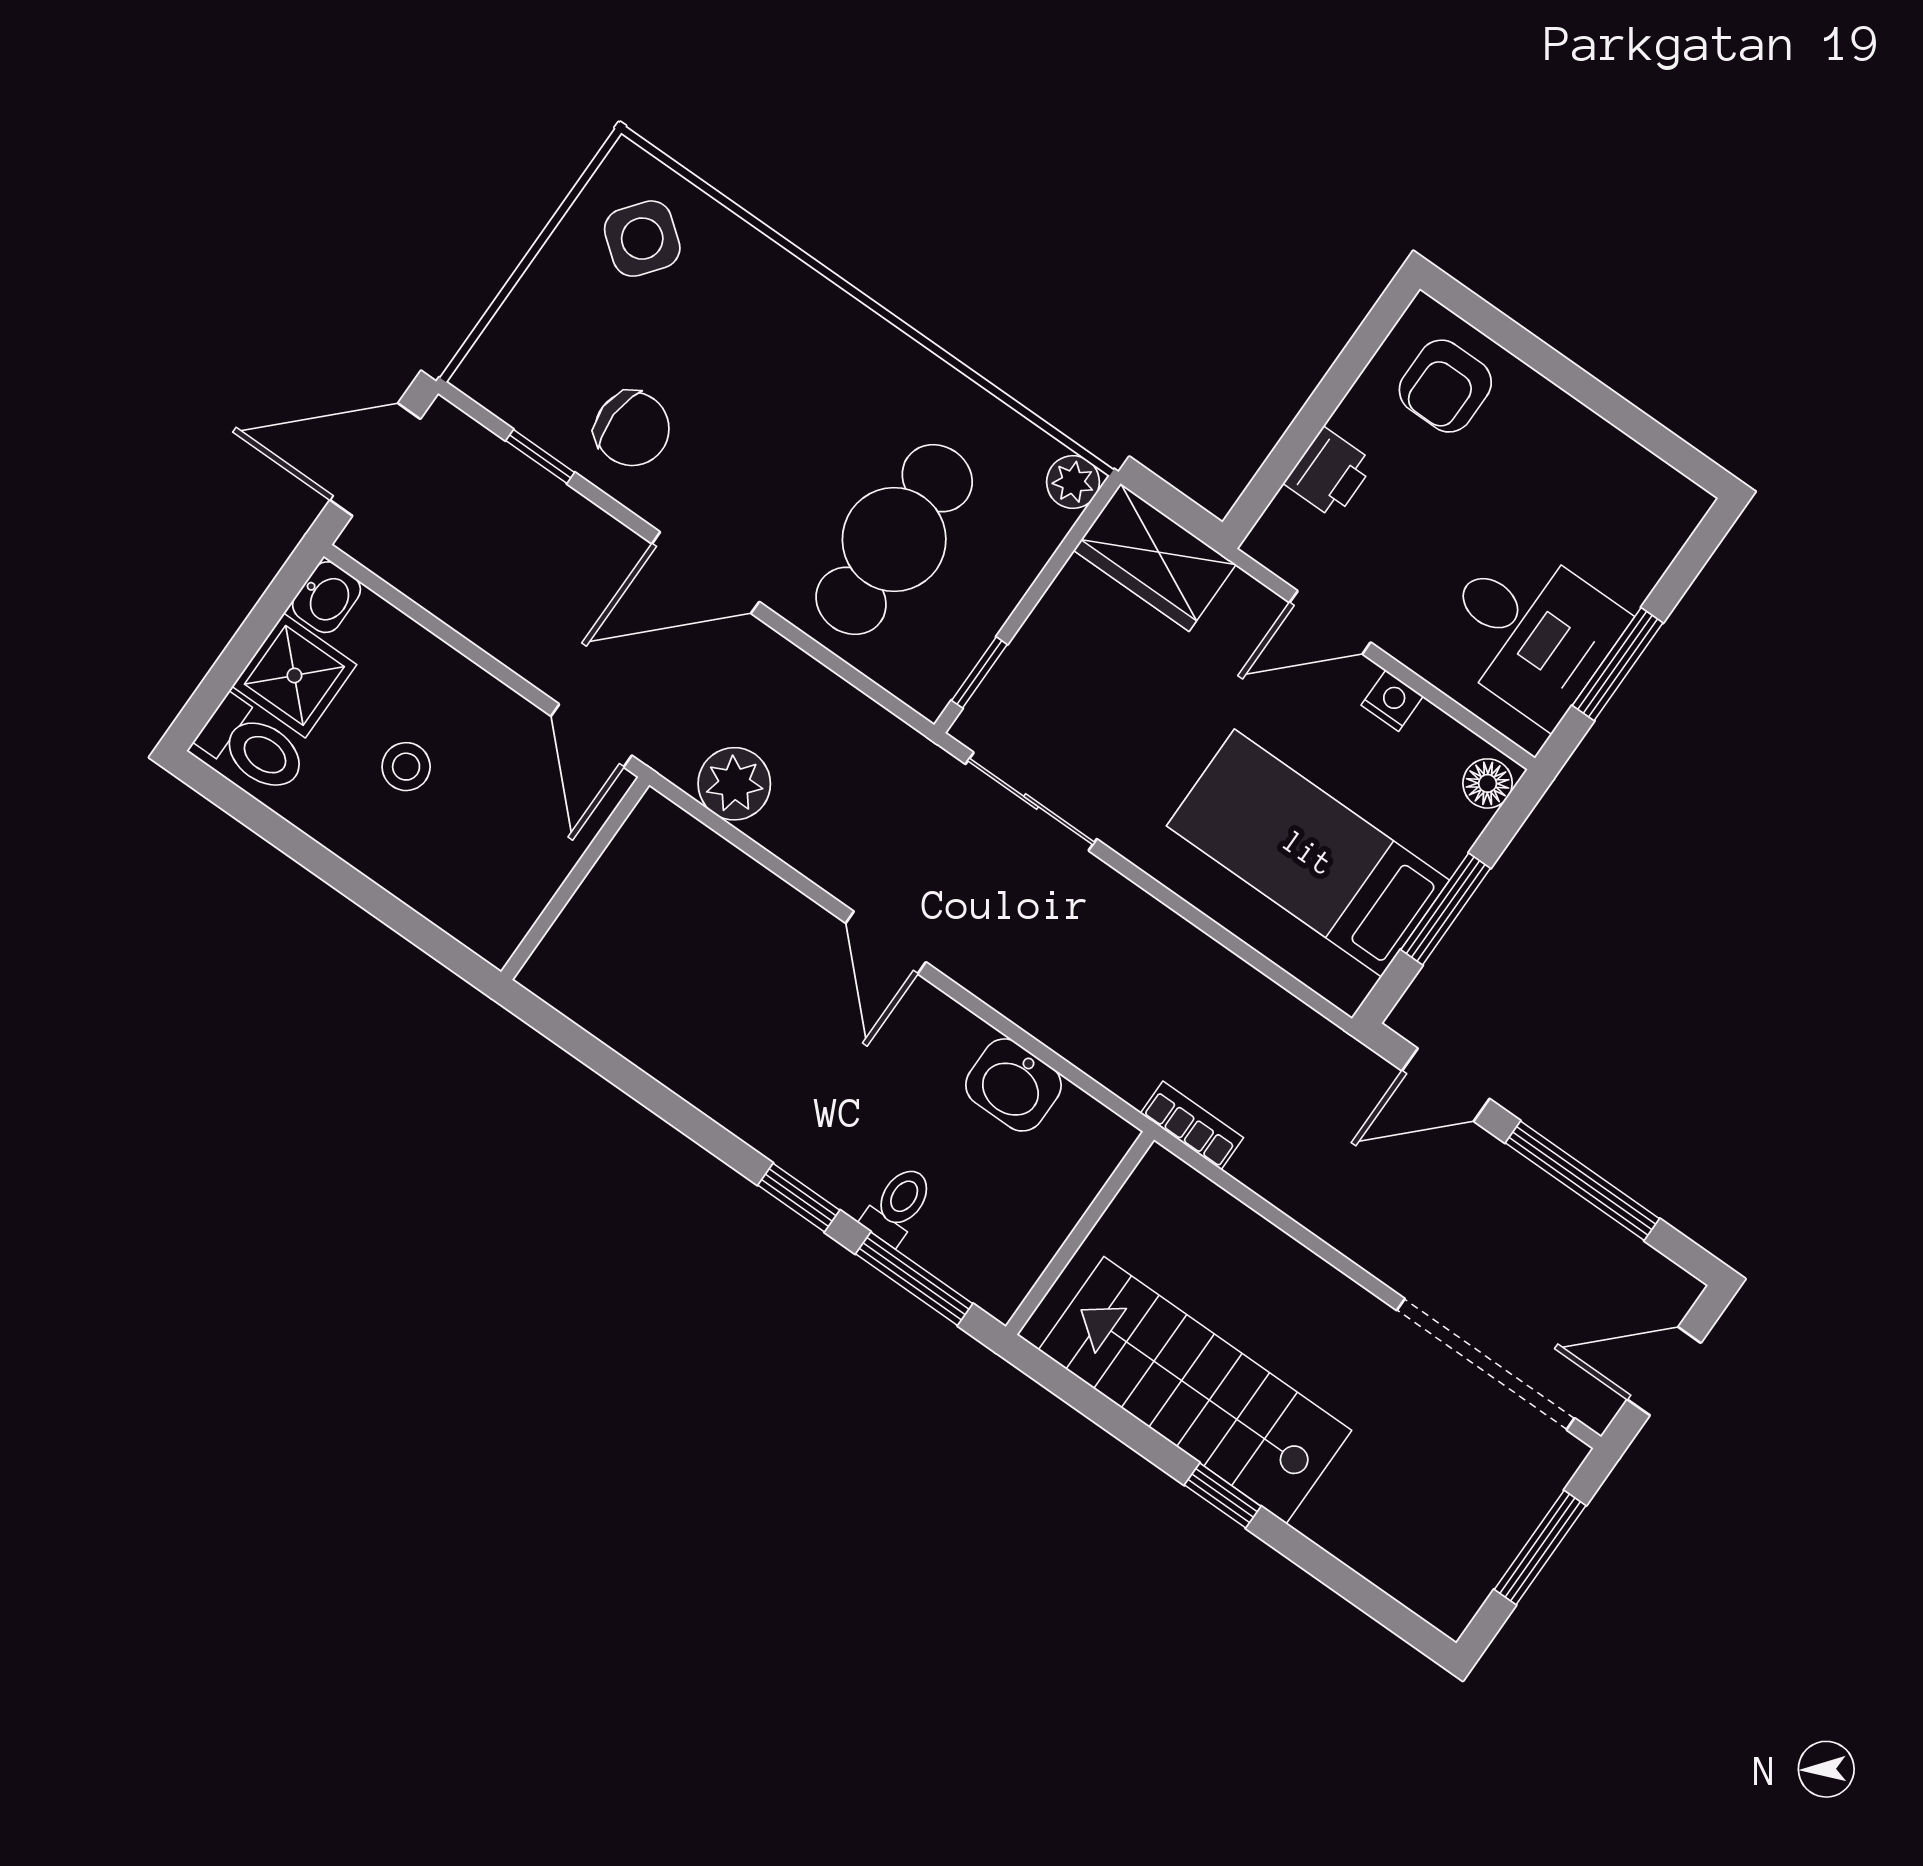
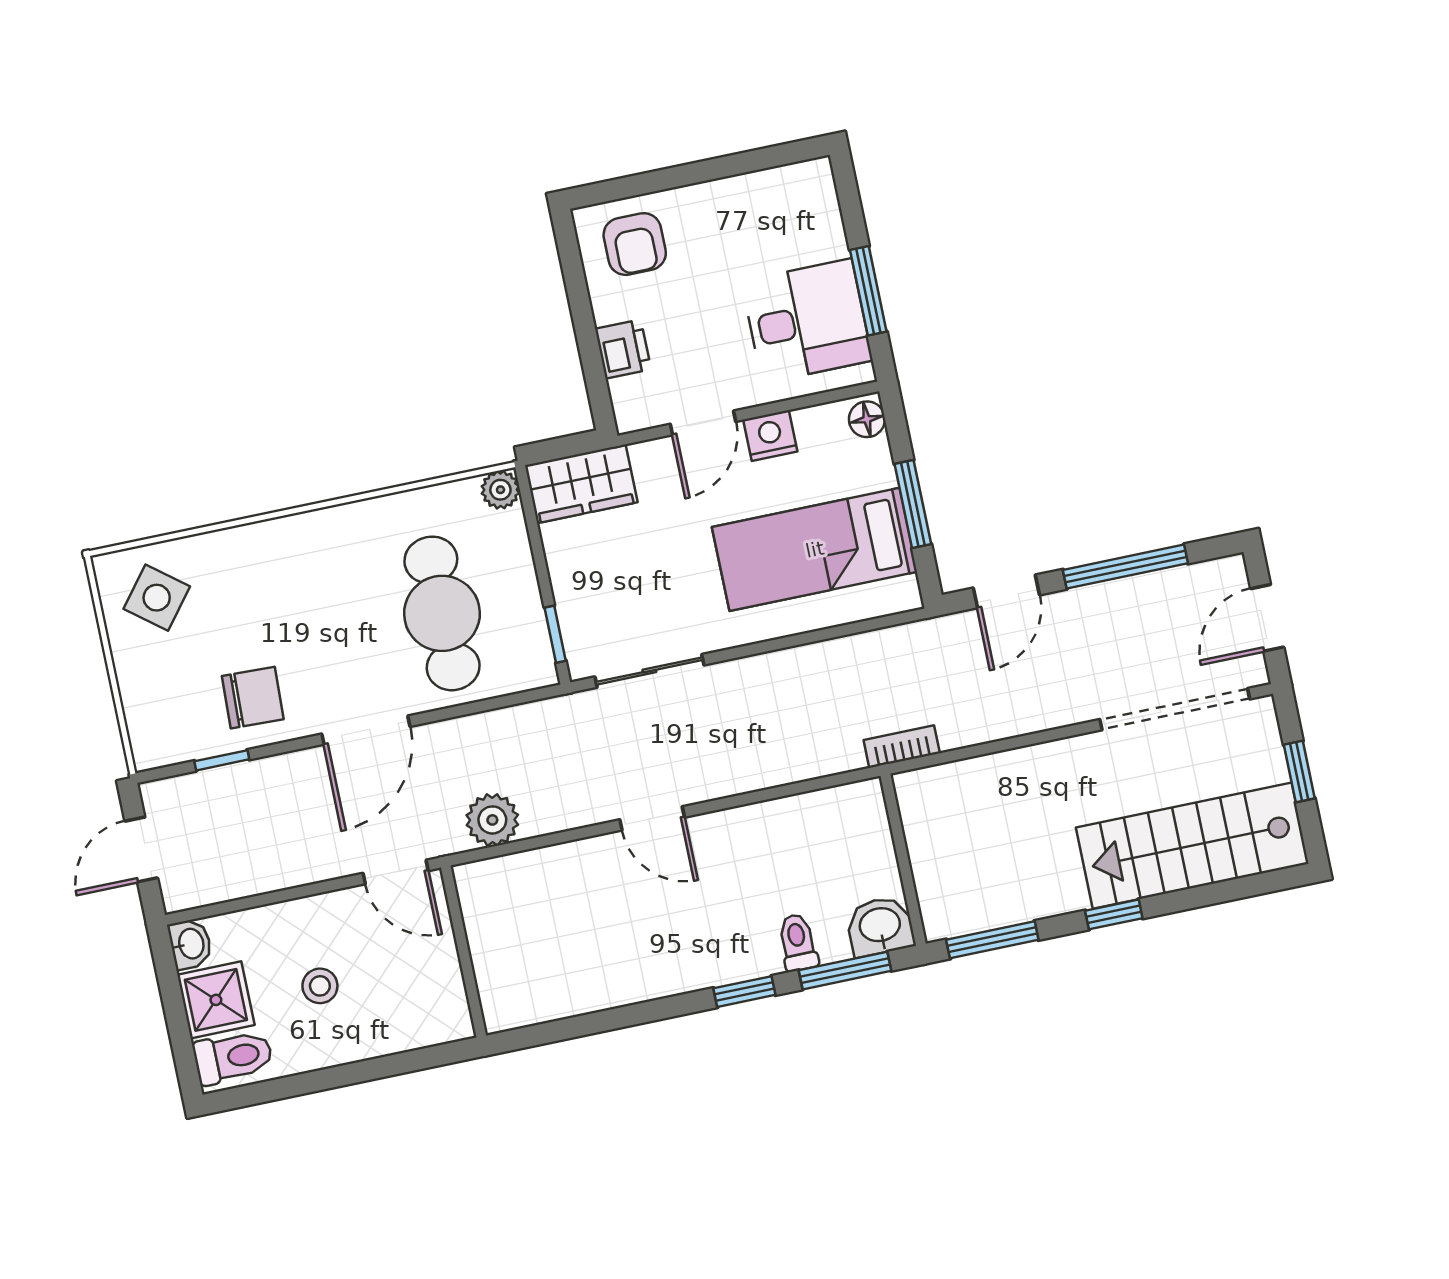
door: (375, 459) -> (141, 850), width x0.73
nightstand: (1392, 701) -> (770, 436), width x1.39, depth x1.35
washbasin: (1013, 1085) -> (880, 926), moved, turned 180
stairs: (1195, 1390) -> (1192, 846), moved
window: (1083, 1398) -> (992, 940), added
window: (1540, 1547) -> (1299, 771), width x0.67

